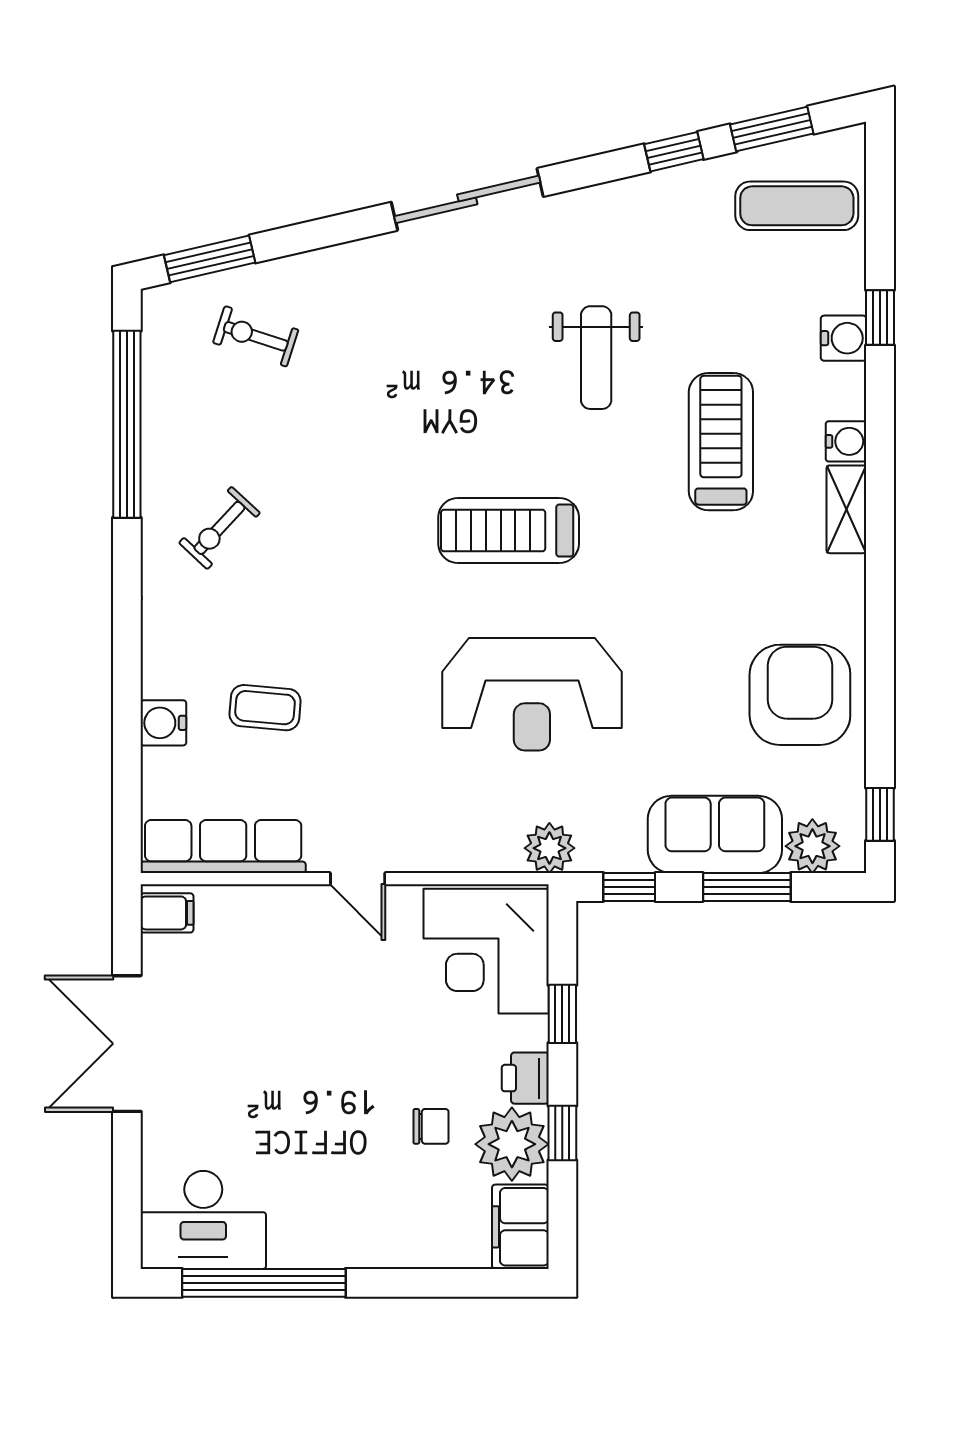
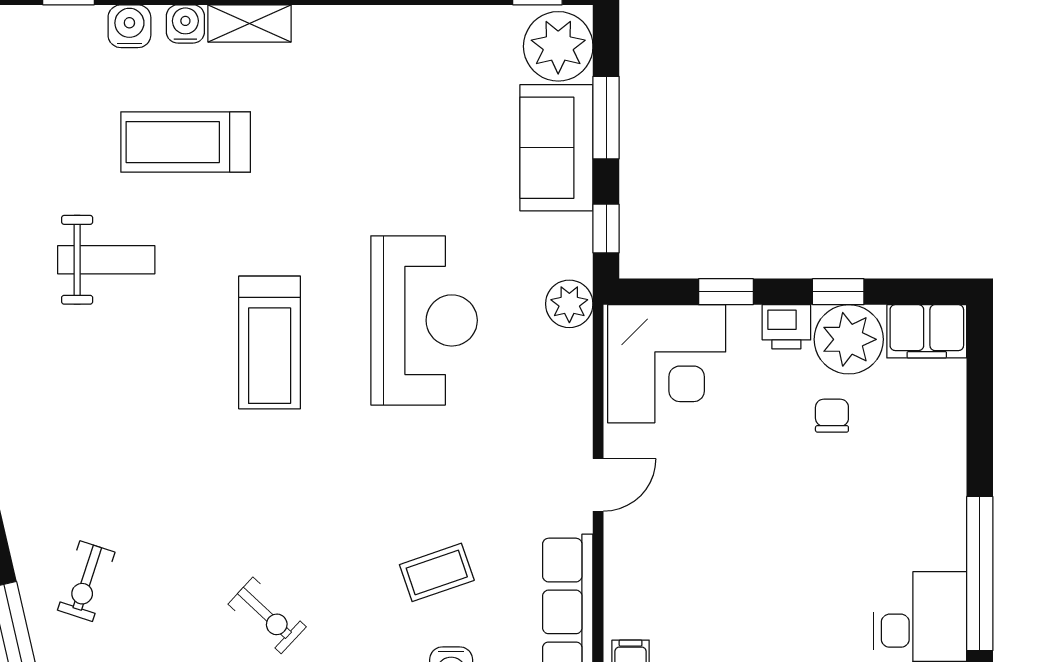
water cooler: (844, 338) -> (129, 26), moved
armchair: (800, 695) -> (425, 67), removed
coffee table: (265, 708) -> (437, 572), turned 66
plant: (812, 846) -> (558, 46), width x1.36, depth x1.36

